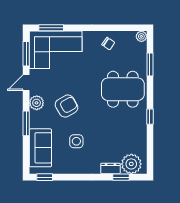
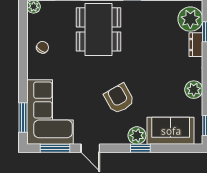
plant: (37, 103) -> (137, 135), moved
window: (26, 123) -> (140, 148), width x0.67
side table: (76, 141) -> (162, 87), removed
plant: (74, 167) -> (194, 90), added

